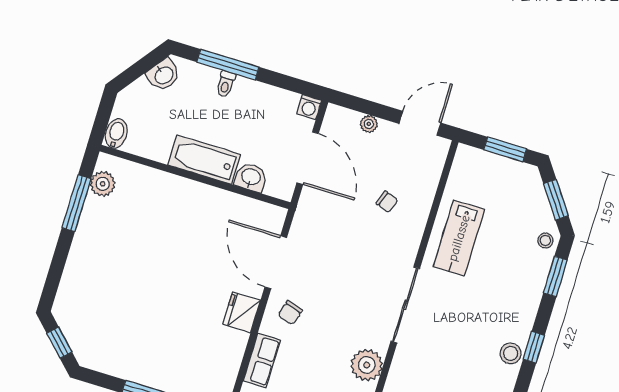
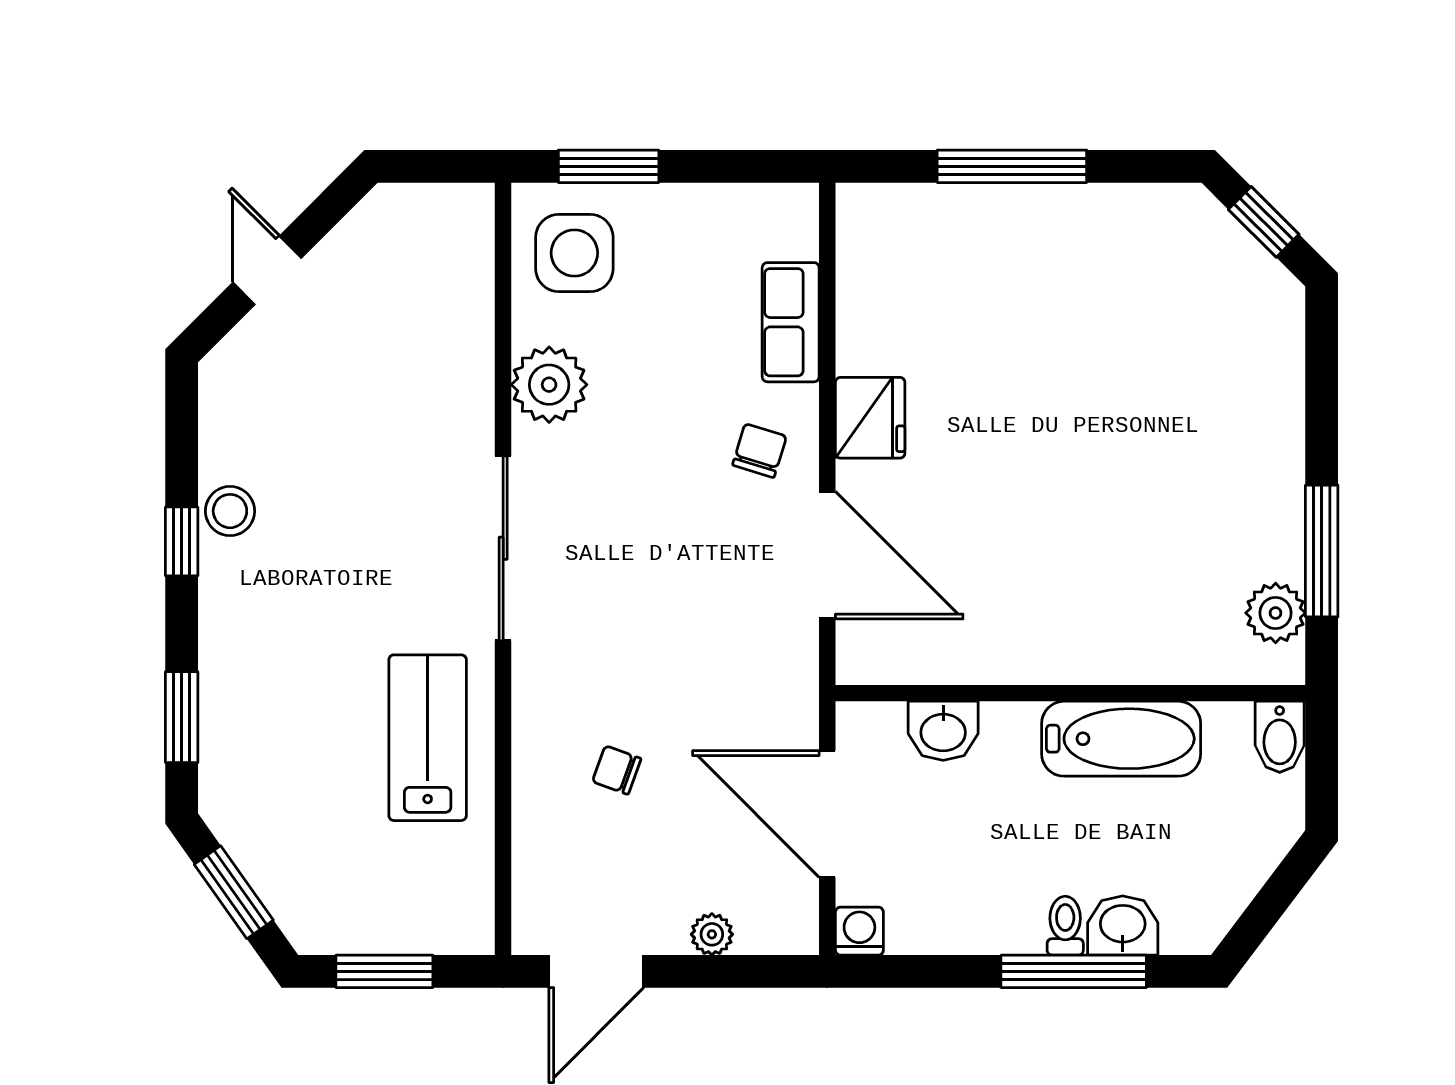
washbasin: (164, 75) -> (1123, 926), moved, turned 53
bathtub: (204, 160) -> (1121, 739), moved
stool: (545, 240) -> (229, 792), removed

